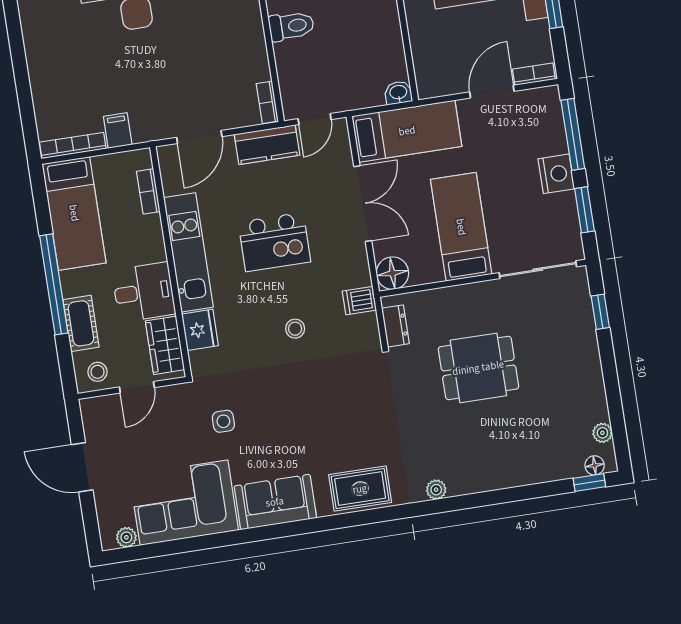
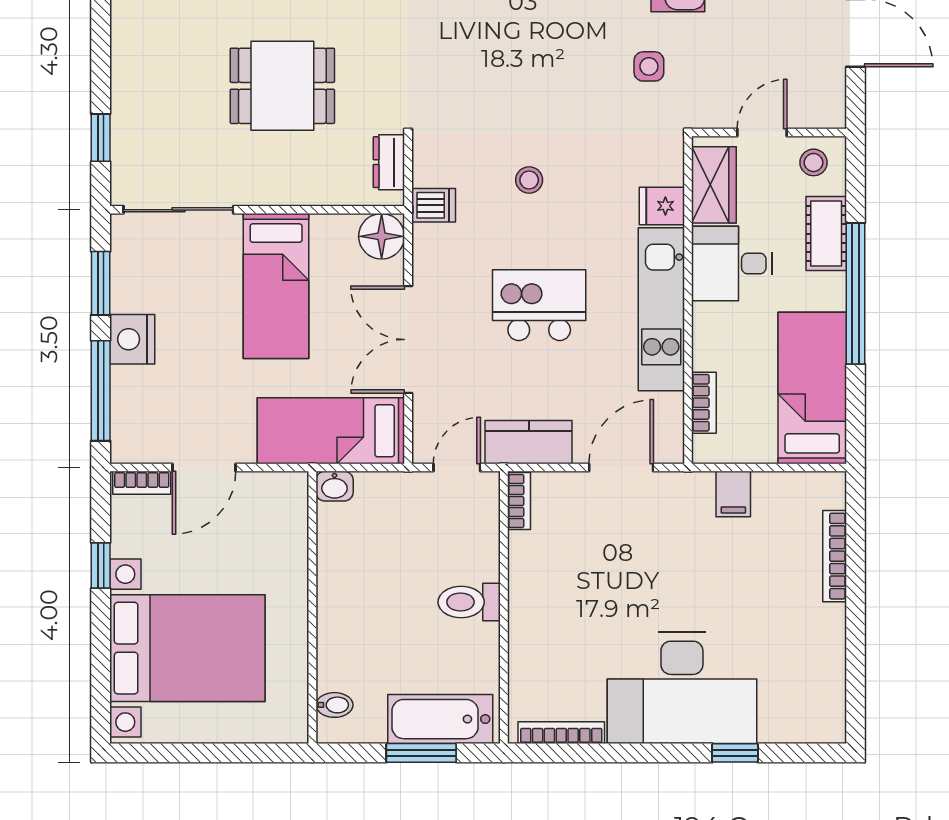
bookcase: (73, 145) -> (835, 556), moved, turned 90
fridge: (200, 330) -> (662, 206), width x0.72

